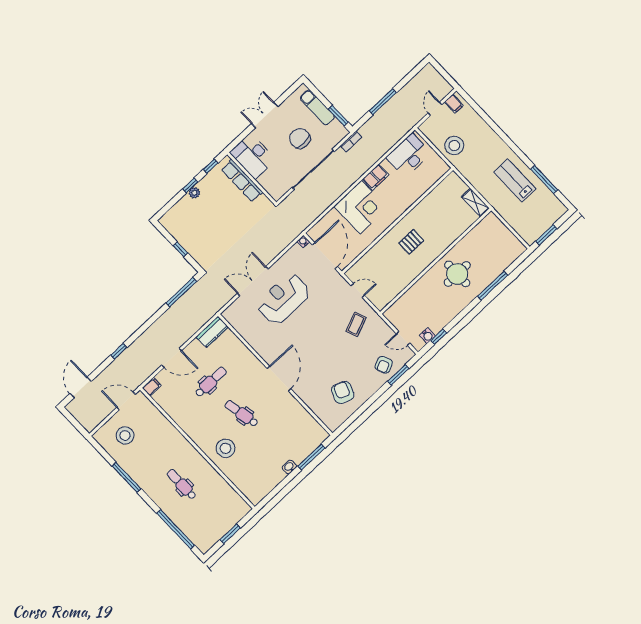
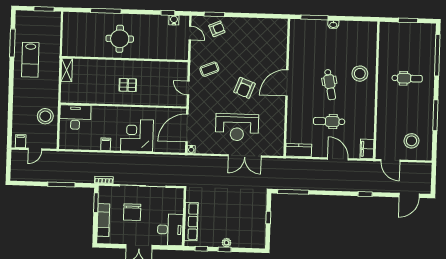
desk: (409, 155) -> (75, 117), moved, turned 180
filing cabinet: (376, 177) -> (106, 144), width x0.50
filing cabinet: (152, 387) -> (367, 149), width x2.00
armchair: (343, 392) -> (244, 88), moved
dental chair: (182, 484) -> (407, 78), turned -90

